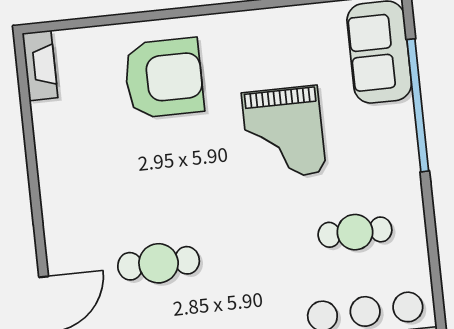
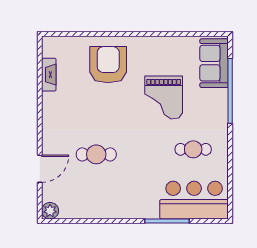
fireplace: (40, 66) -> (49, 75), moved
armchair: (164, 78) -> (108, 65), turned -90

